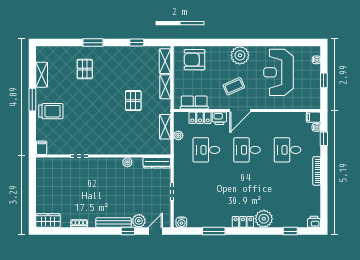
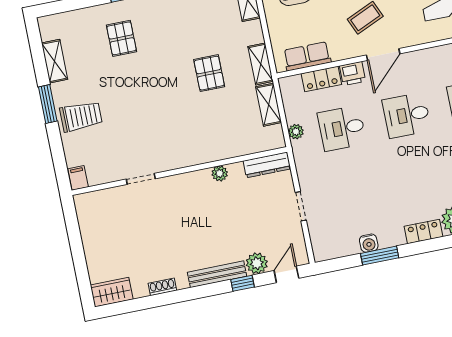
shelving: (165, 87) -> (261, 64), moved
plant: (178, 135) -> (296, 132), moved
water cooler: (181, 222) -> (369, 243), moved

